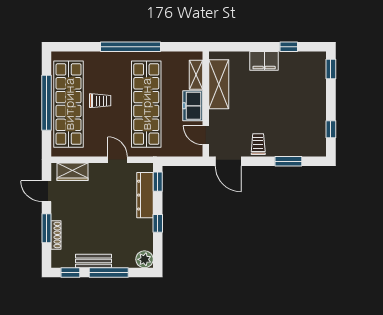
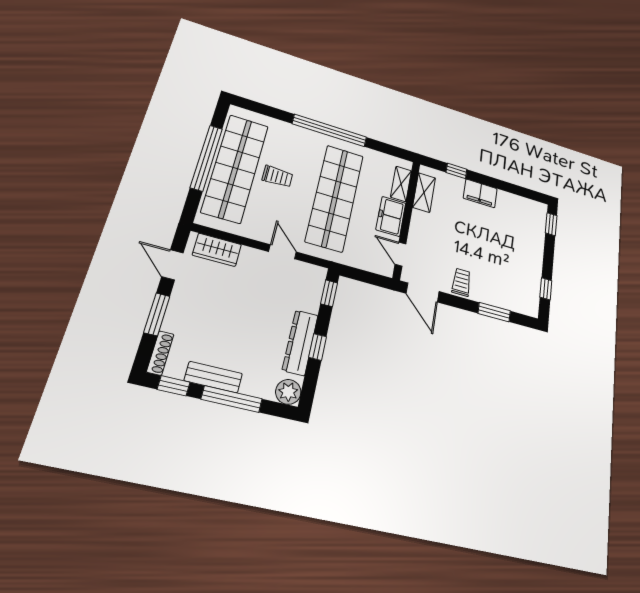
window: (289, 47) -> (456, 171), moved
shelving: (219, 84) -> (424, 193), width x0.67, depth x0.75
dresser: (145, 195) -> (300, 343), moved
shoe rack: (56, 235) -> (160, 353), moved

